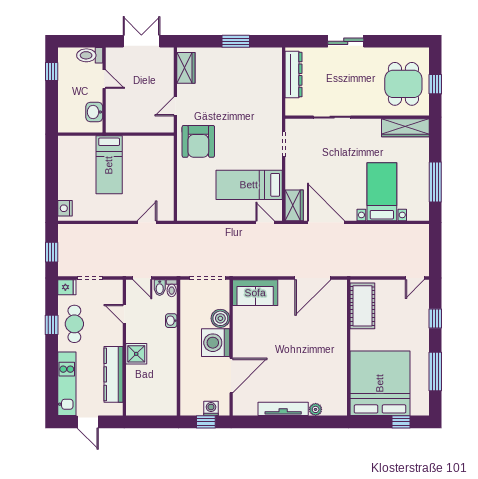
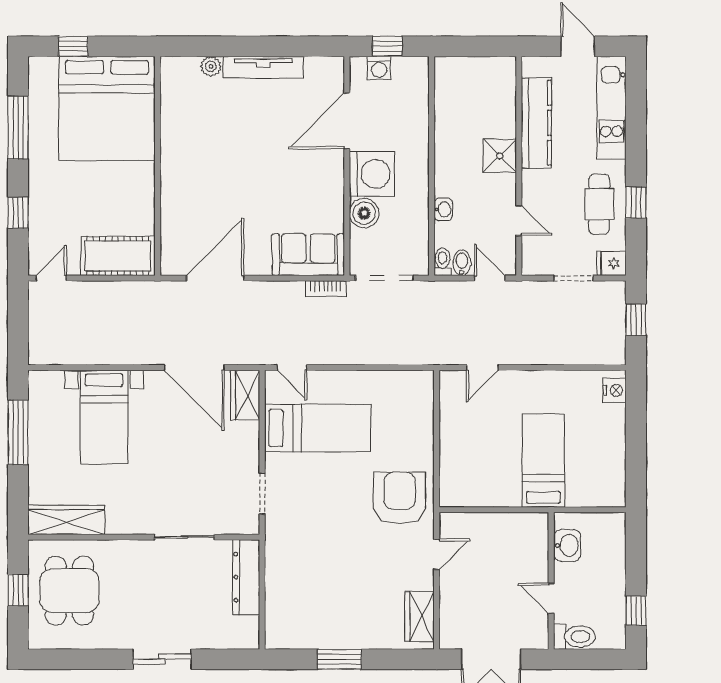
dresser: (294, 75) -> (246, 577), moved
bookcase: (244, 272) -> (326, 289), added
cot: (362, 306) -> (118, 256), moved, turned 90

